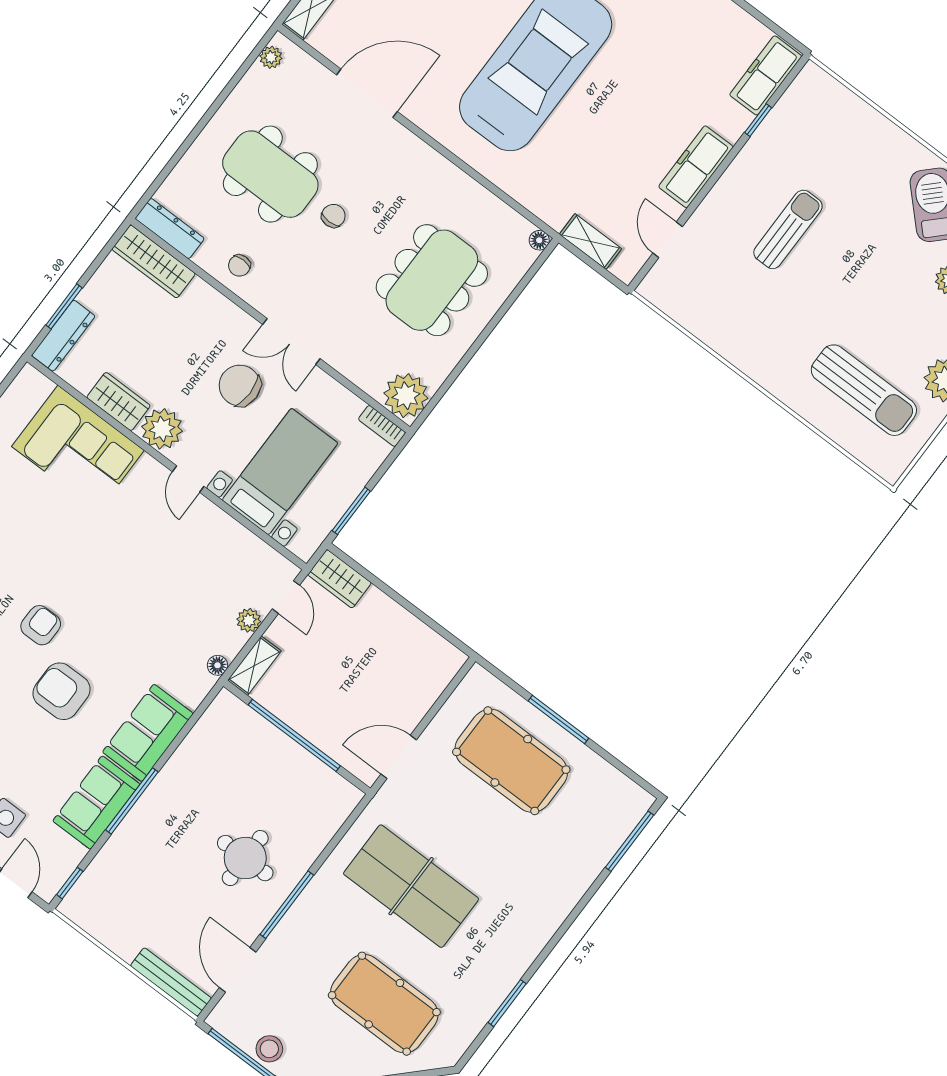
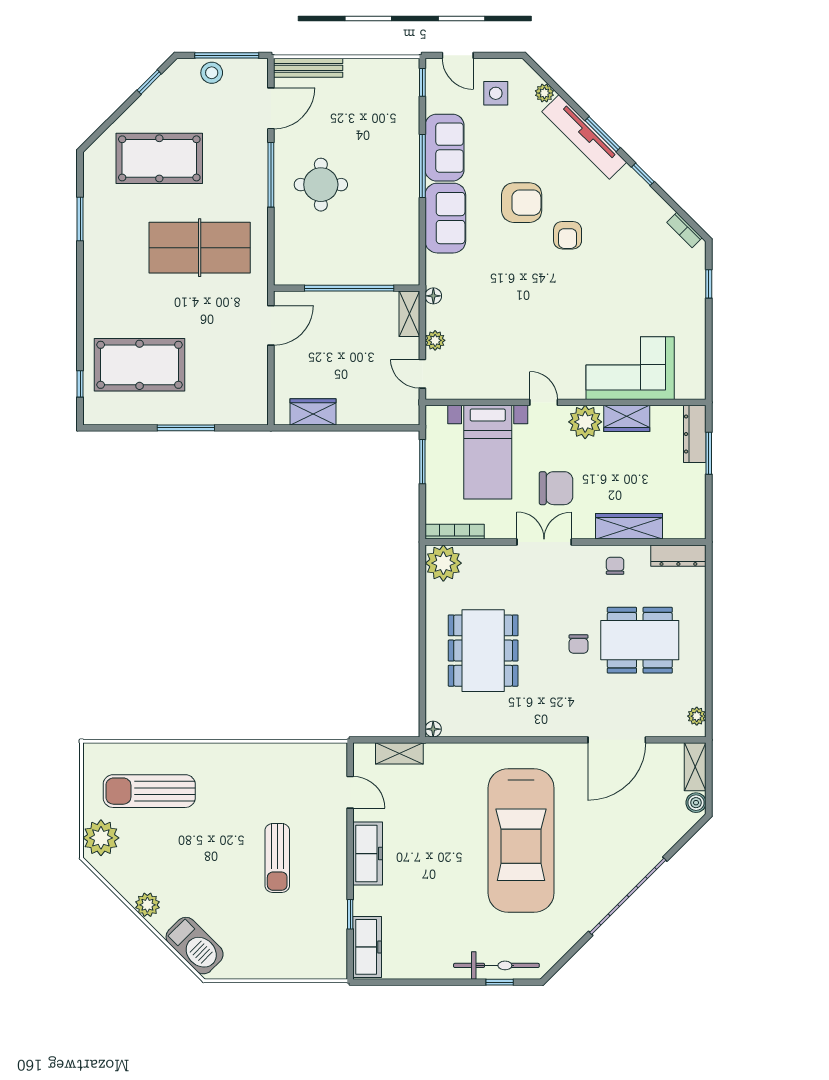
wardrobe: (154, 261) -> (629, 526), moved
bookcase: (382, 426) -> (455, 532), width x1.56
wardrobe: (340, 579) -> (313, 412), moved
pool table: (511, 761) -> (140, 365), moved
window: (629, 841) -> (80, 384), width x0.46
door: (238, 970) -> (271, 108), hinge flipped

